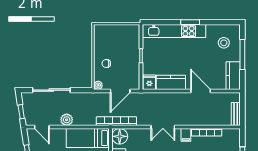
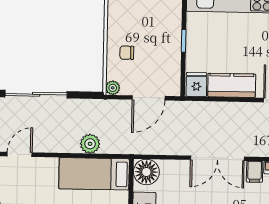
plant: (67, 120) -> (90, 144), moved
bookcase: (116, 121) -> (141, 147), removed
door: (42, 127) -> (20, 154), swing flipped
double door: (163, 127) -> (217, 158), width x1.37

